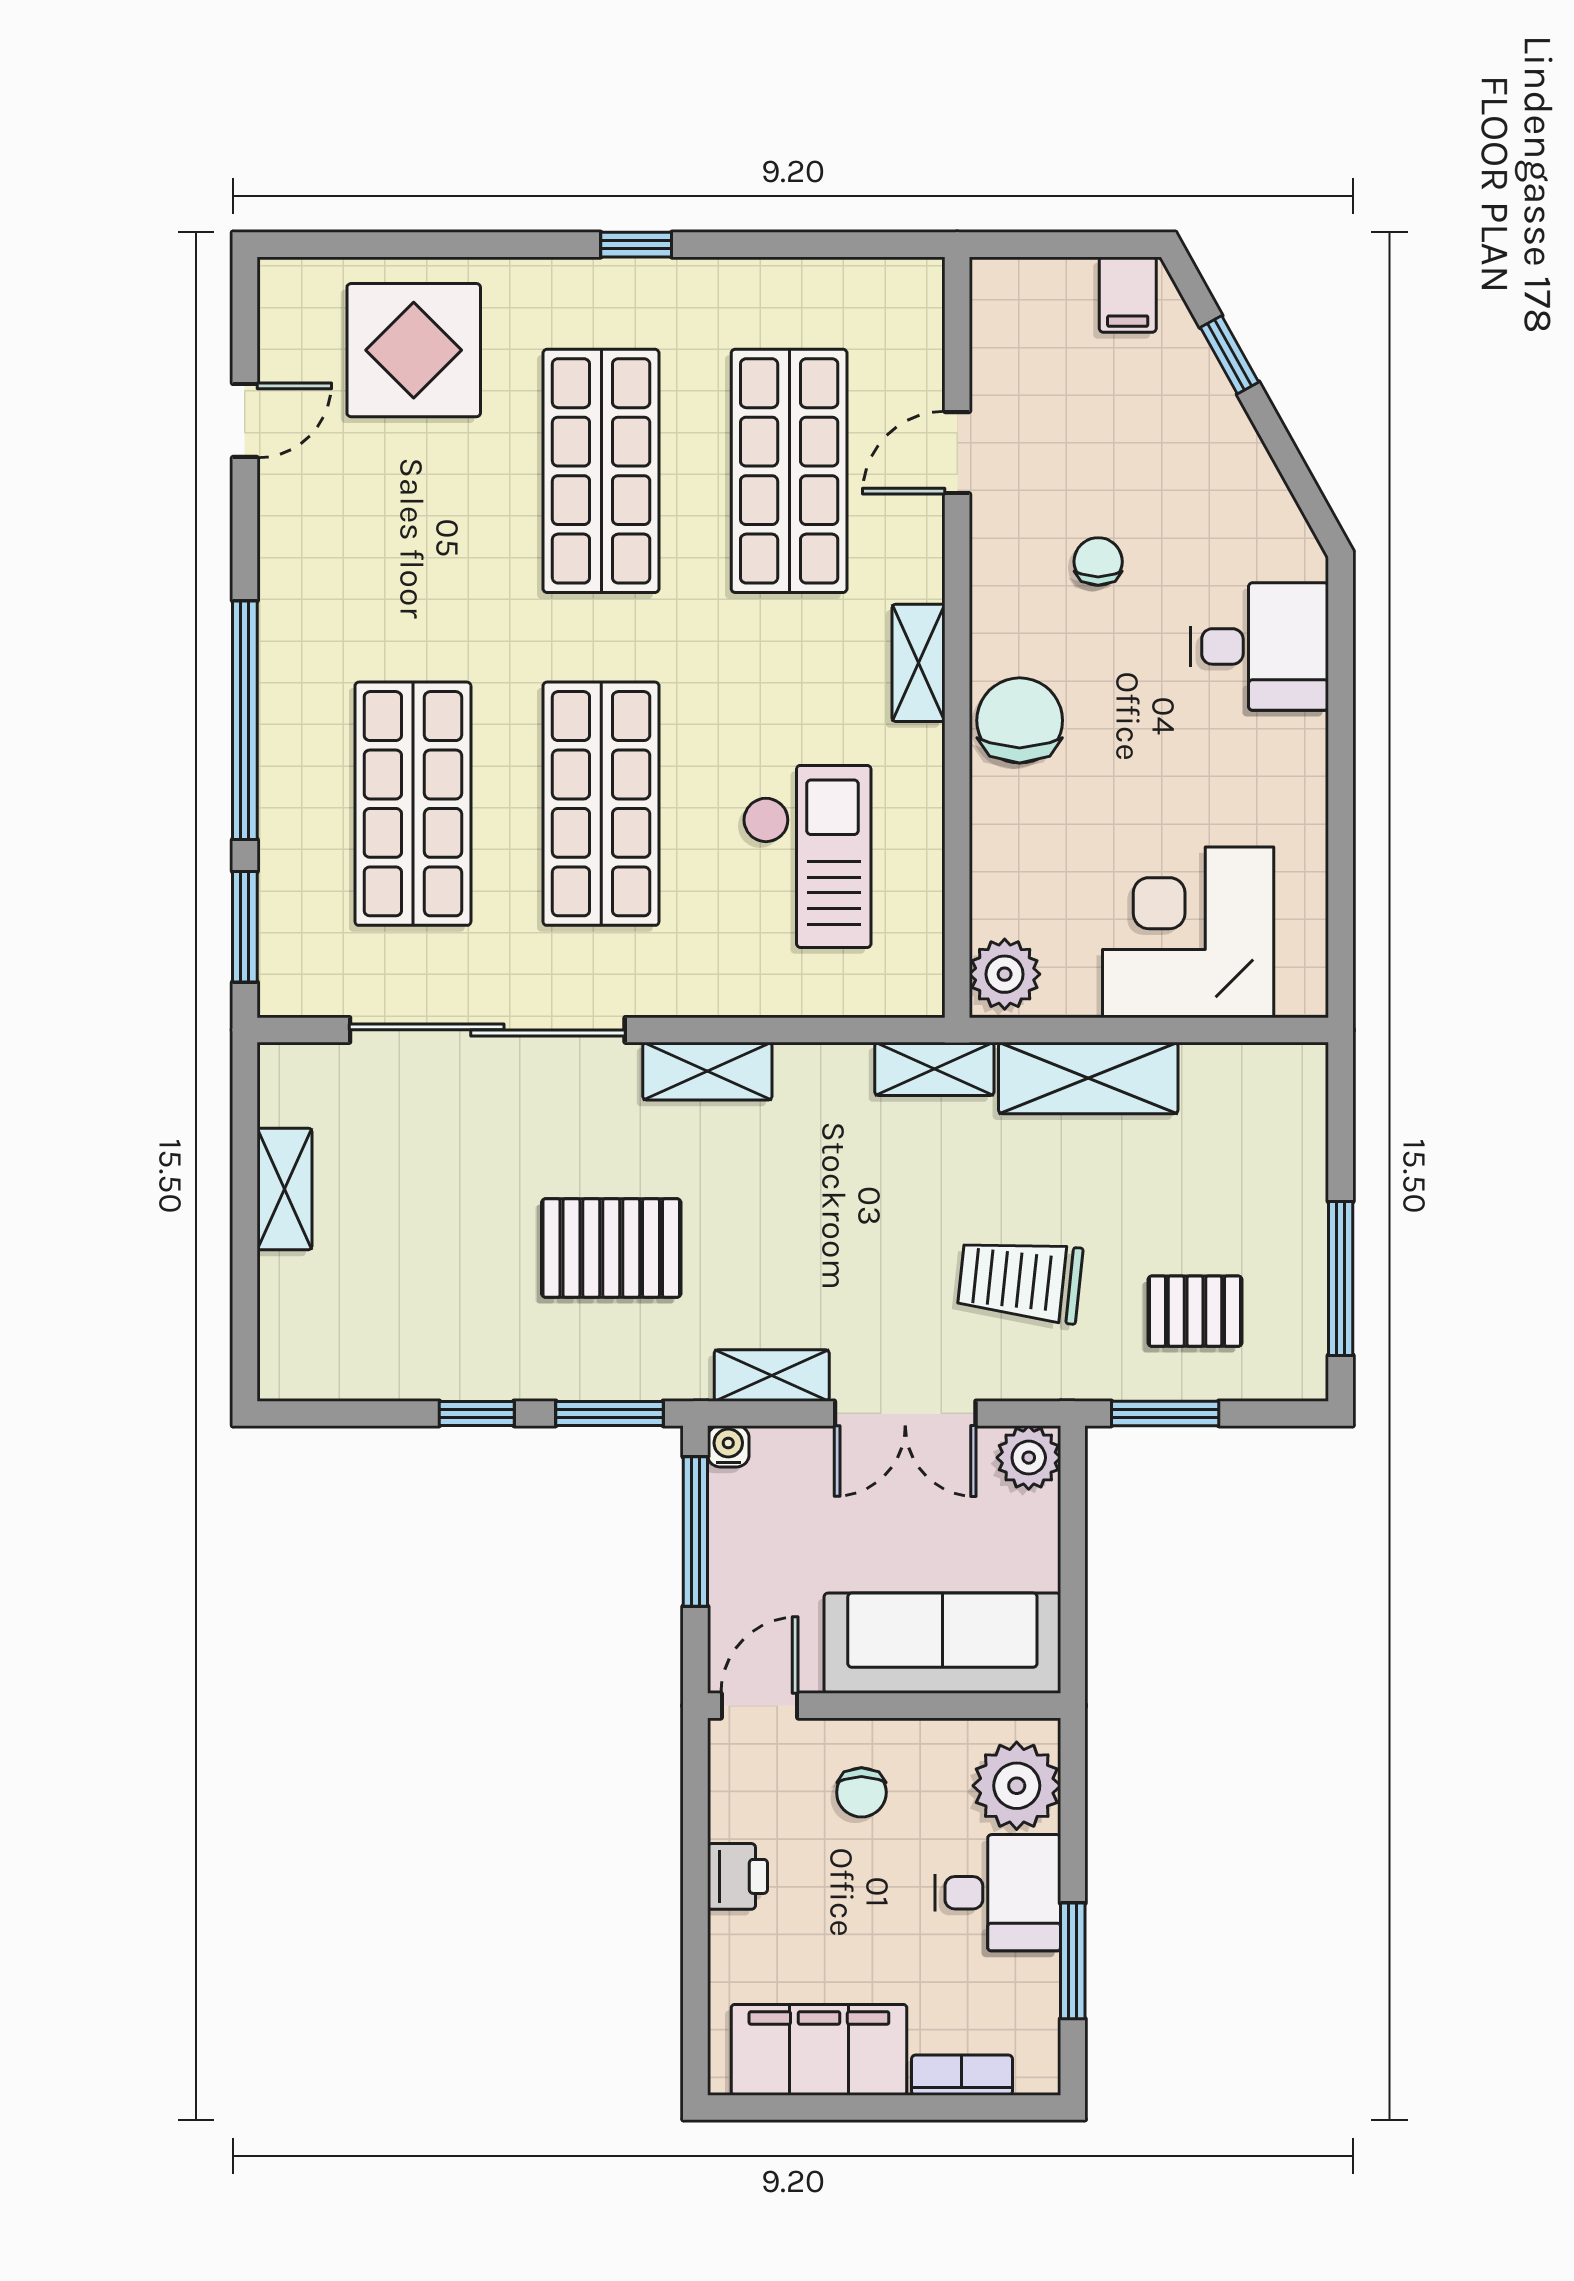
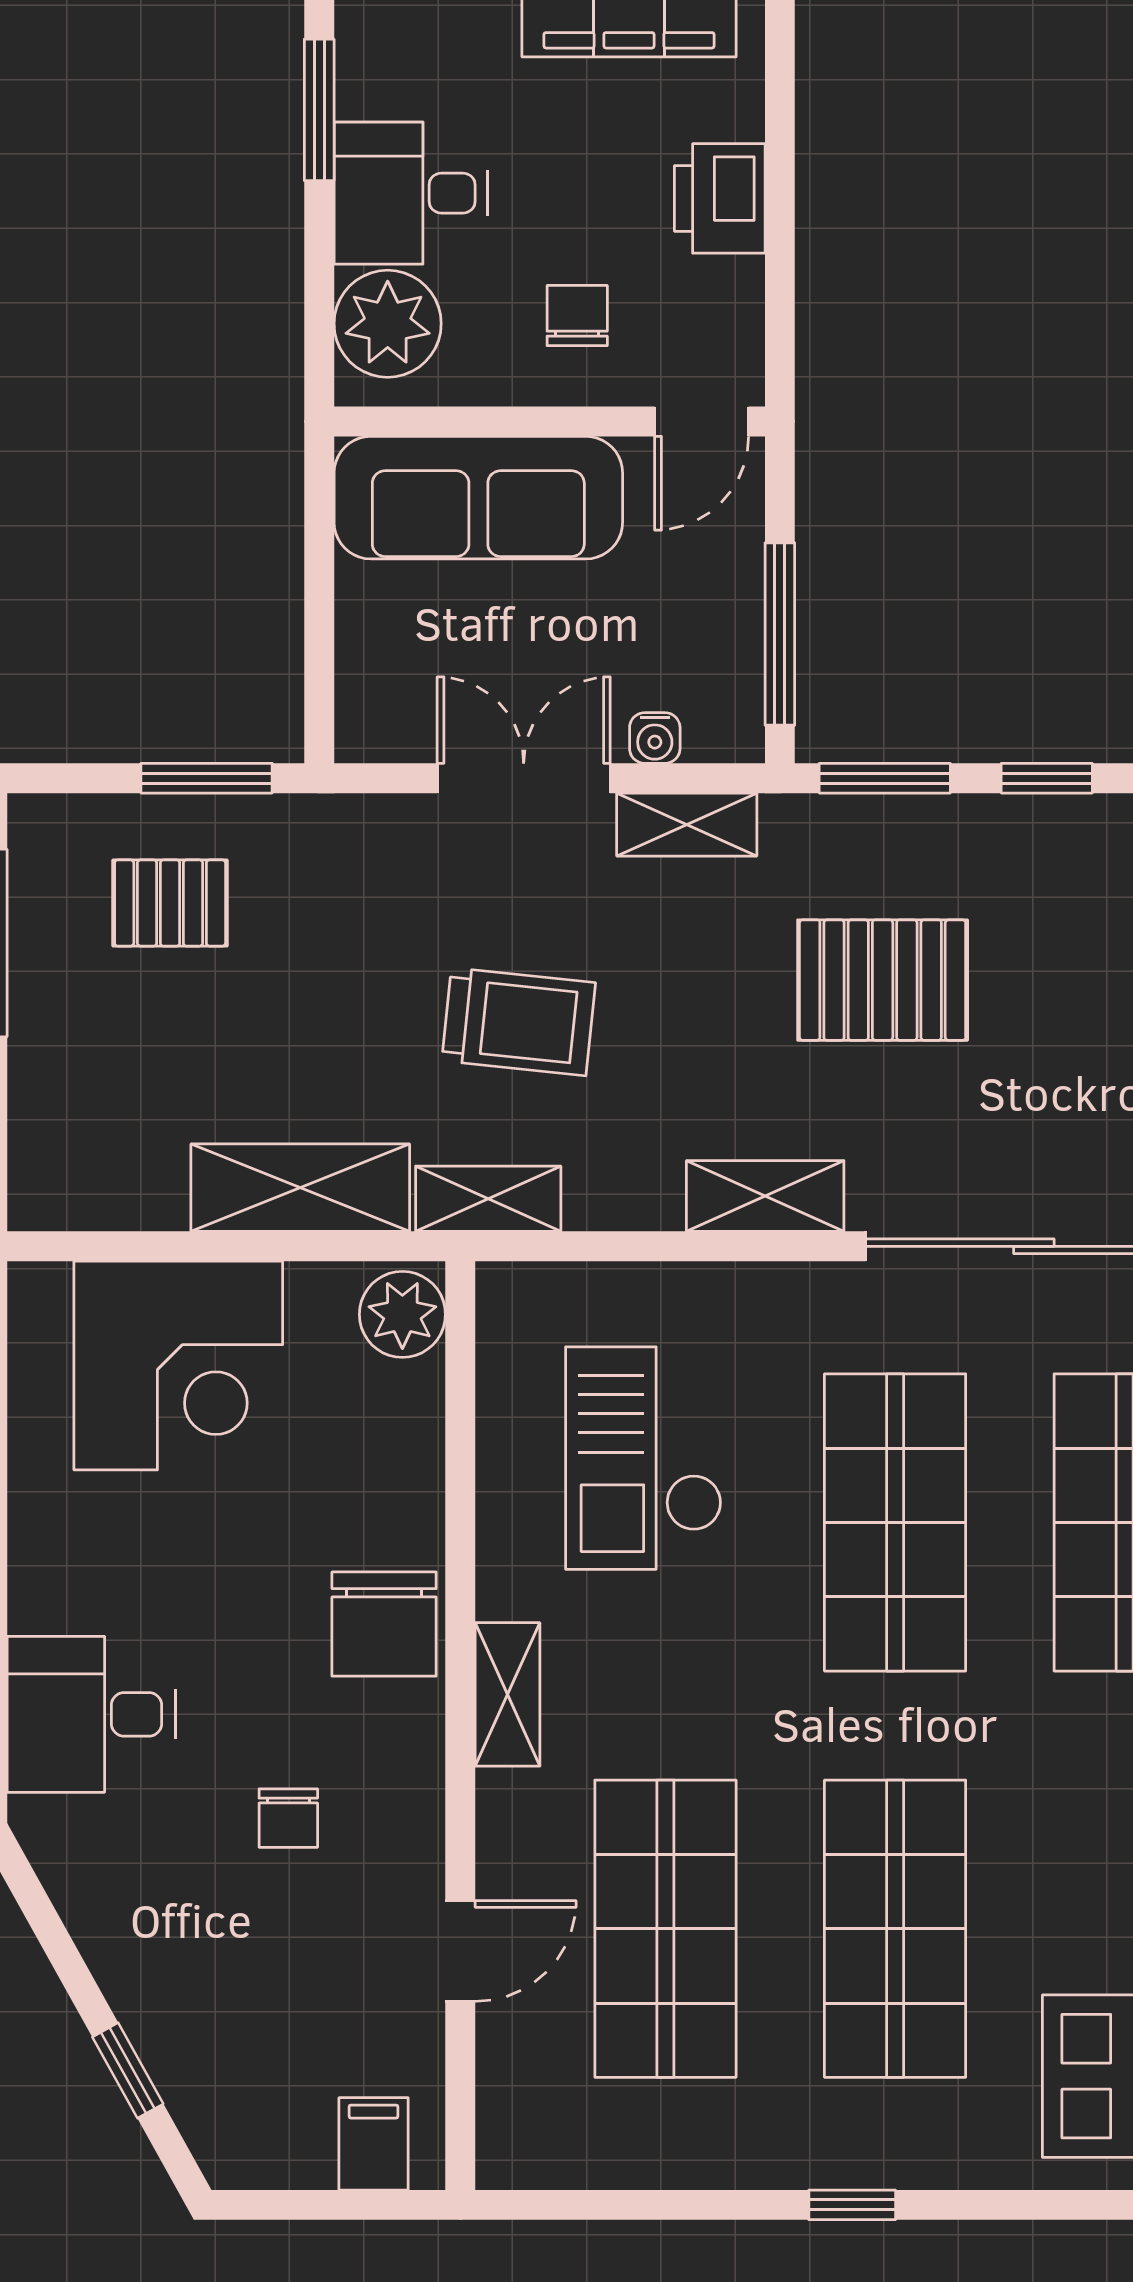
filing cabinet: (1128, 295) -> (374, 2144), moved
trolley: (1020, 1280) -> (519, 1022), moved
water cooler: (728, 1446) -> (655, 738), moved
plant: (1029, 1458) -> (373, 724), removed
printer: (737, 1876) -> (720, 198), width x1.36, depth x1.24

